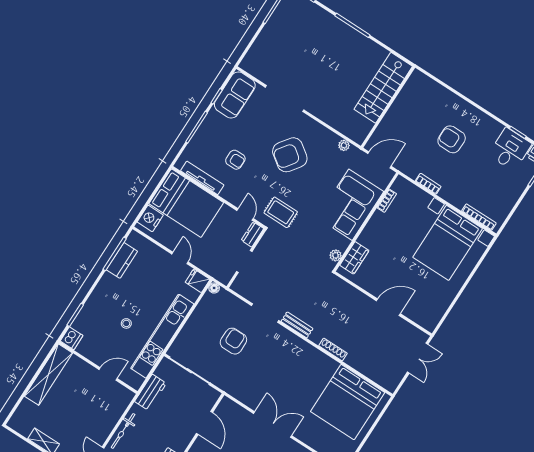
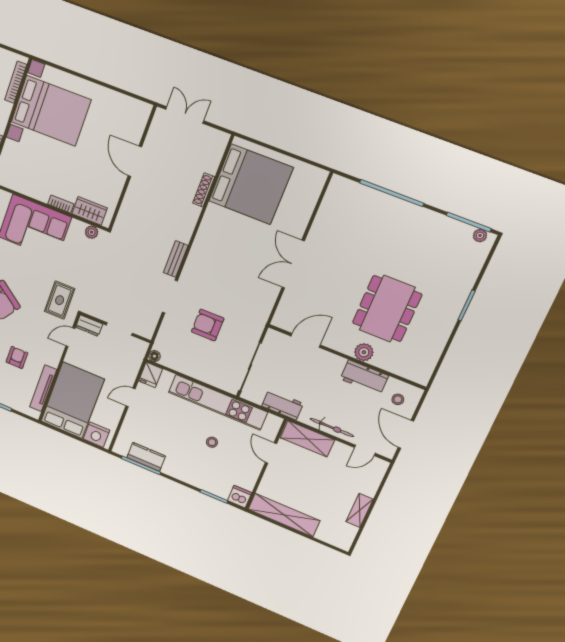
bookcase: (387, 201) -> (61, 204), moved
shoe rack: (333, 350) -> (204, 190), moved
shelving: (116, 408) -> (307, 439), added

